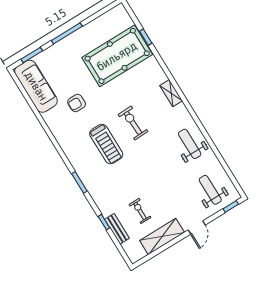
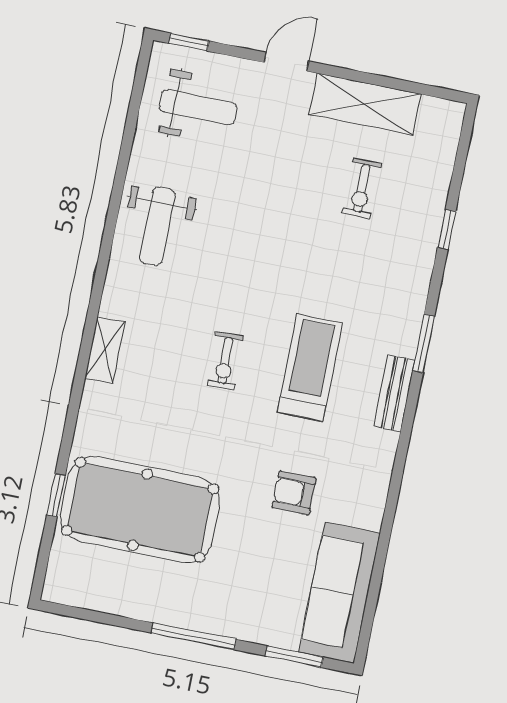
armchair: (77, 103) -> (294, 493), turned 180
exercise bike: (133, 123) -> (225, 361), width x0.73, depth x0.72
weight bench: (210, 190) -> (198, 107), turned -90
bench: (117, 229) -> (394, 393), moved

